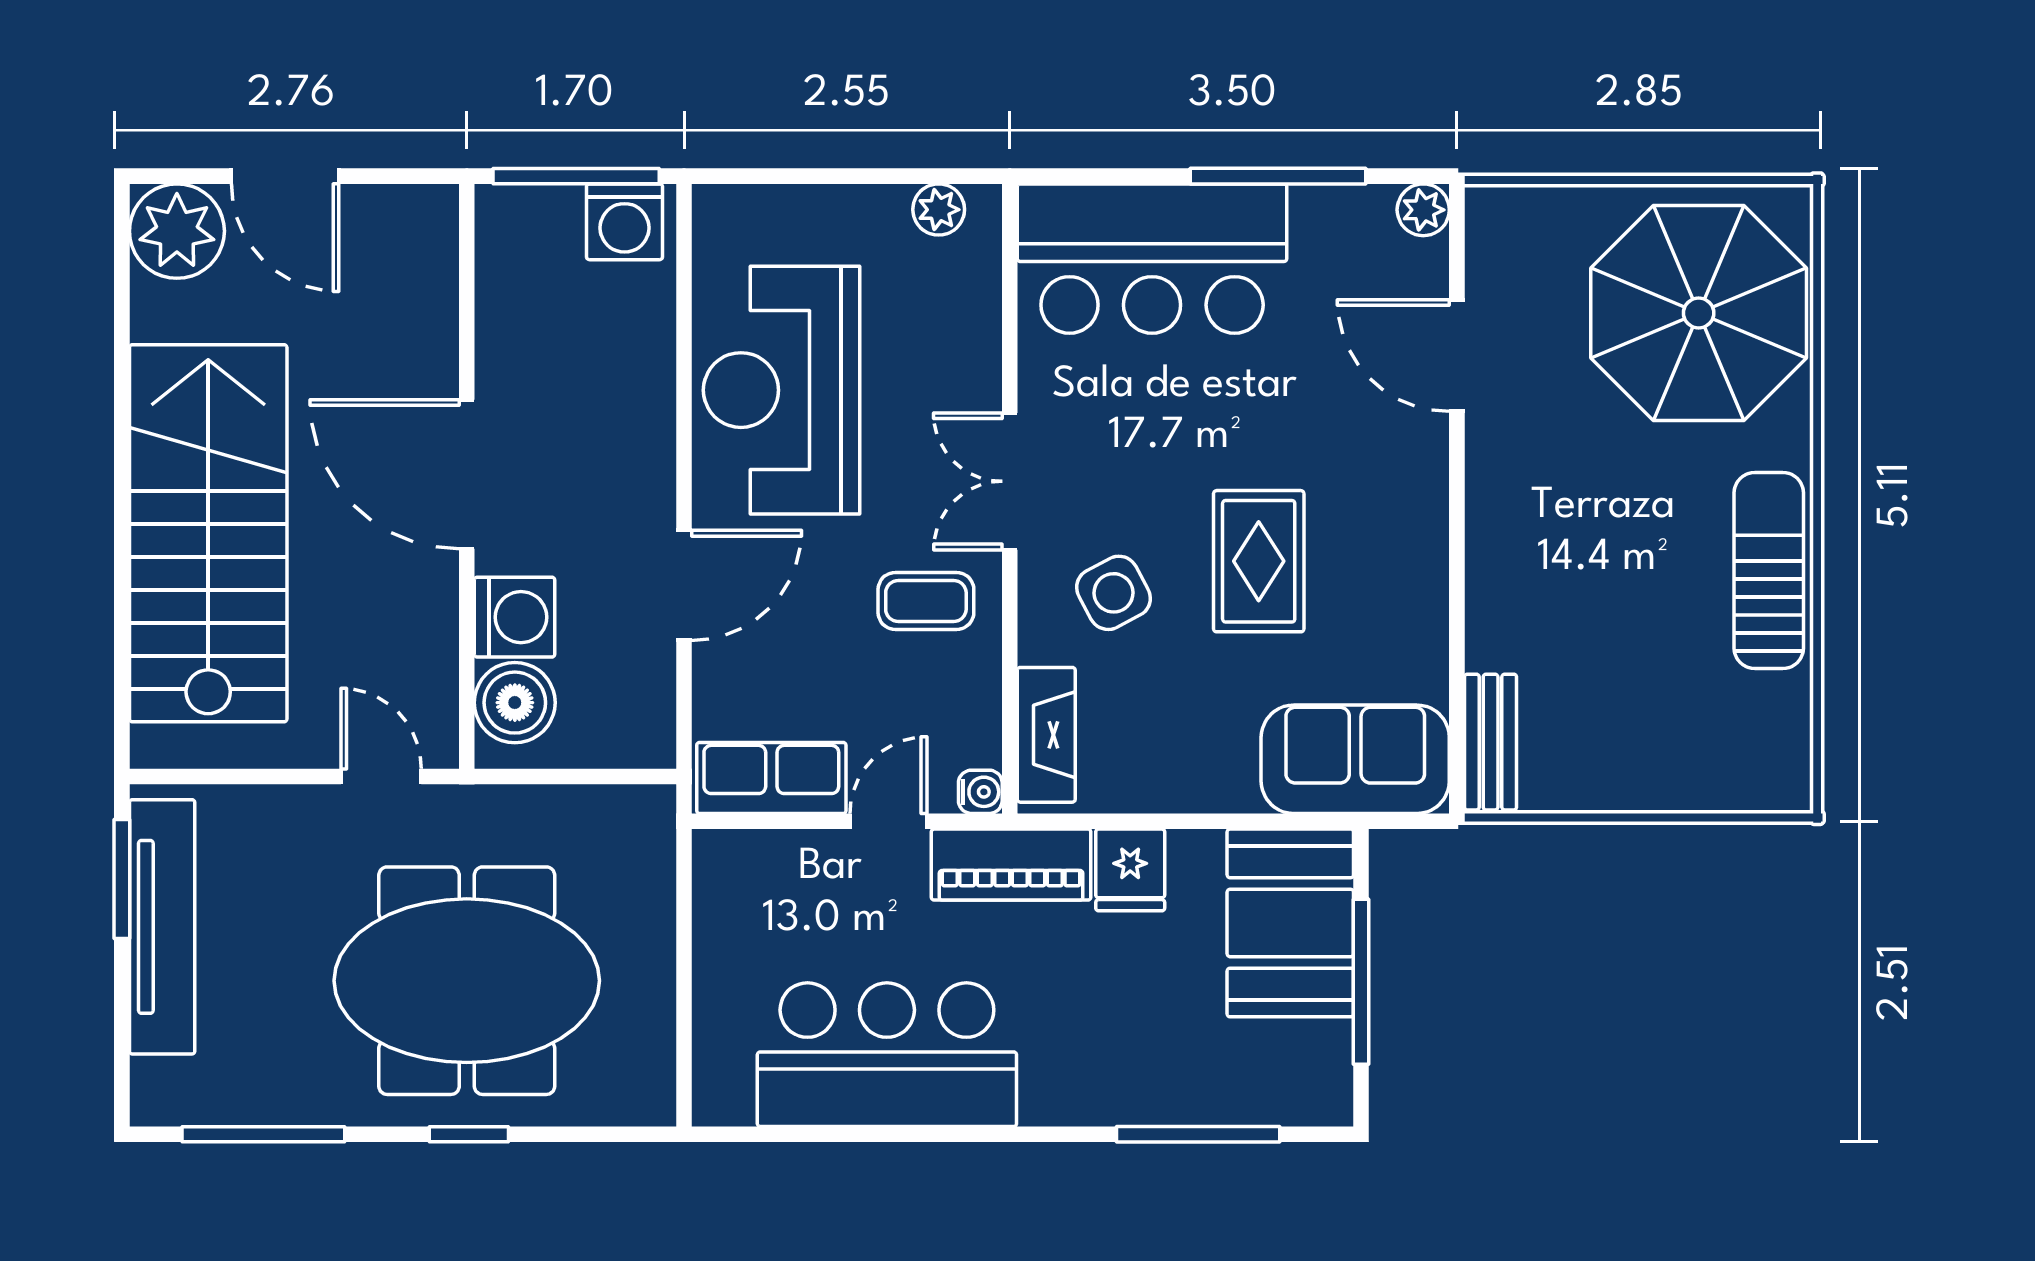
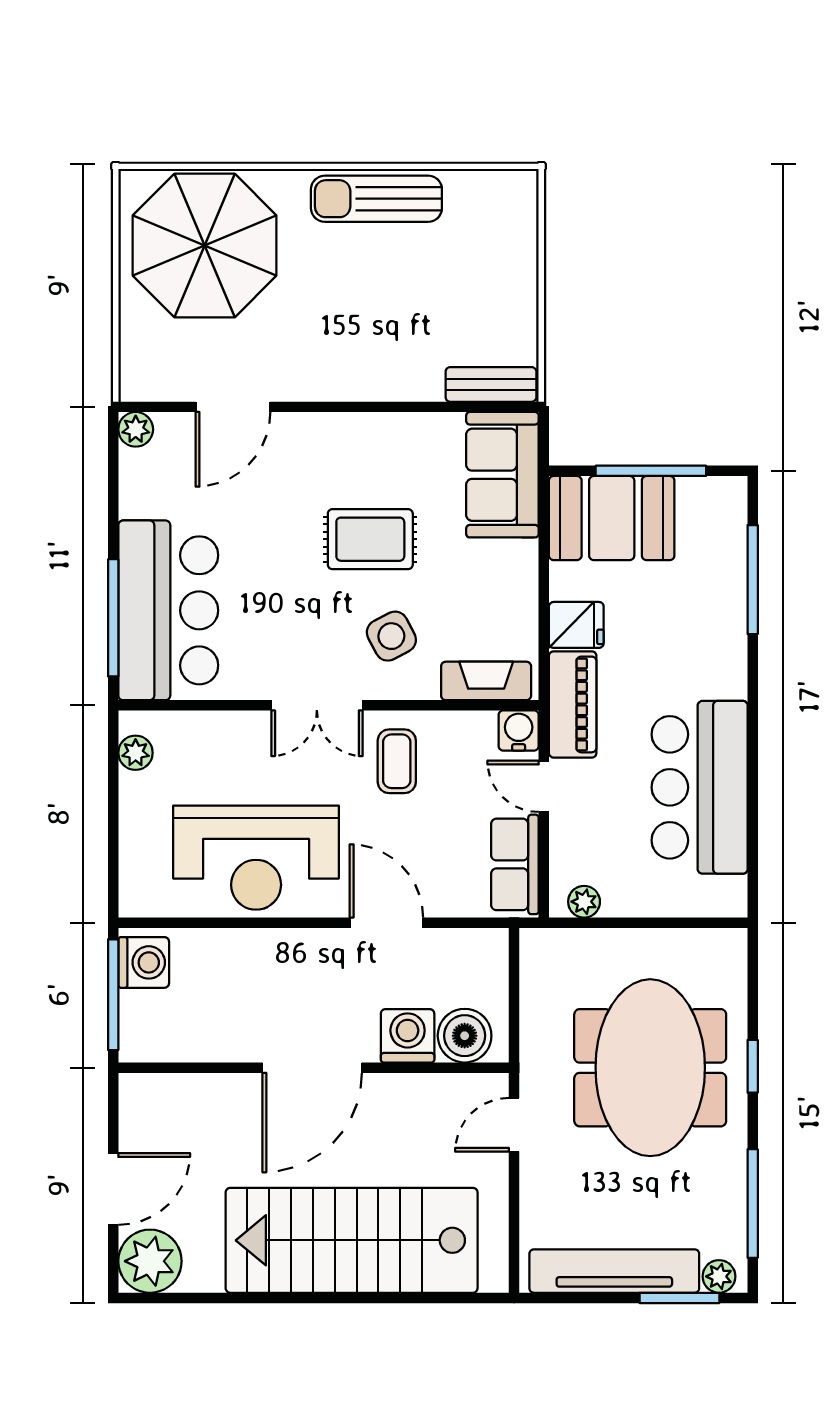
window: (1278, 176) -> (113, 618), moved
water cooler: (980, 792) -> (519, 731), width x1.38, depth x1.38
window: (122, 879) -> (679, 1298), moved
plant: (715, 882) -> (584, 902), added
plant: (154, 1084) -> (719, 1276), added

